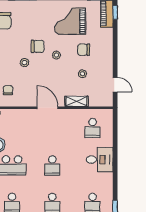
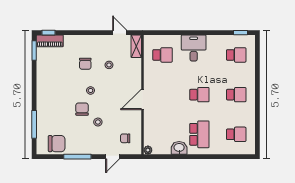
grand piano: (70, 21) -> (57, 77), removed
door: (115, 85) -> (120, 33), hinge flipped
shelving: (76, 101) -> (136, 46), moved

